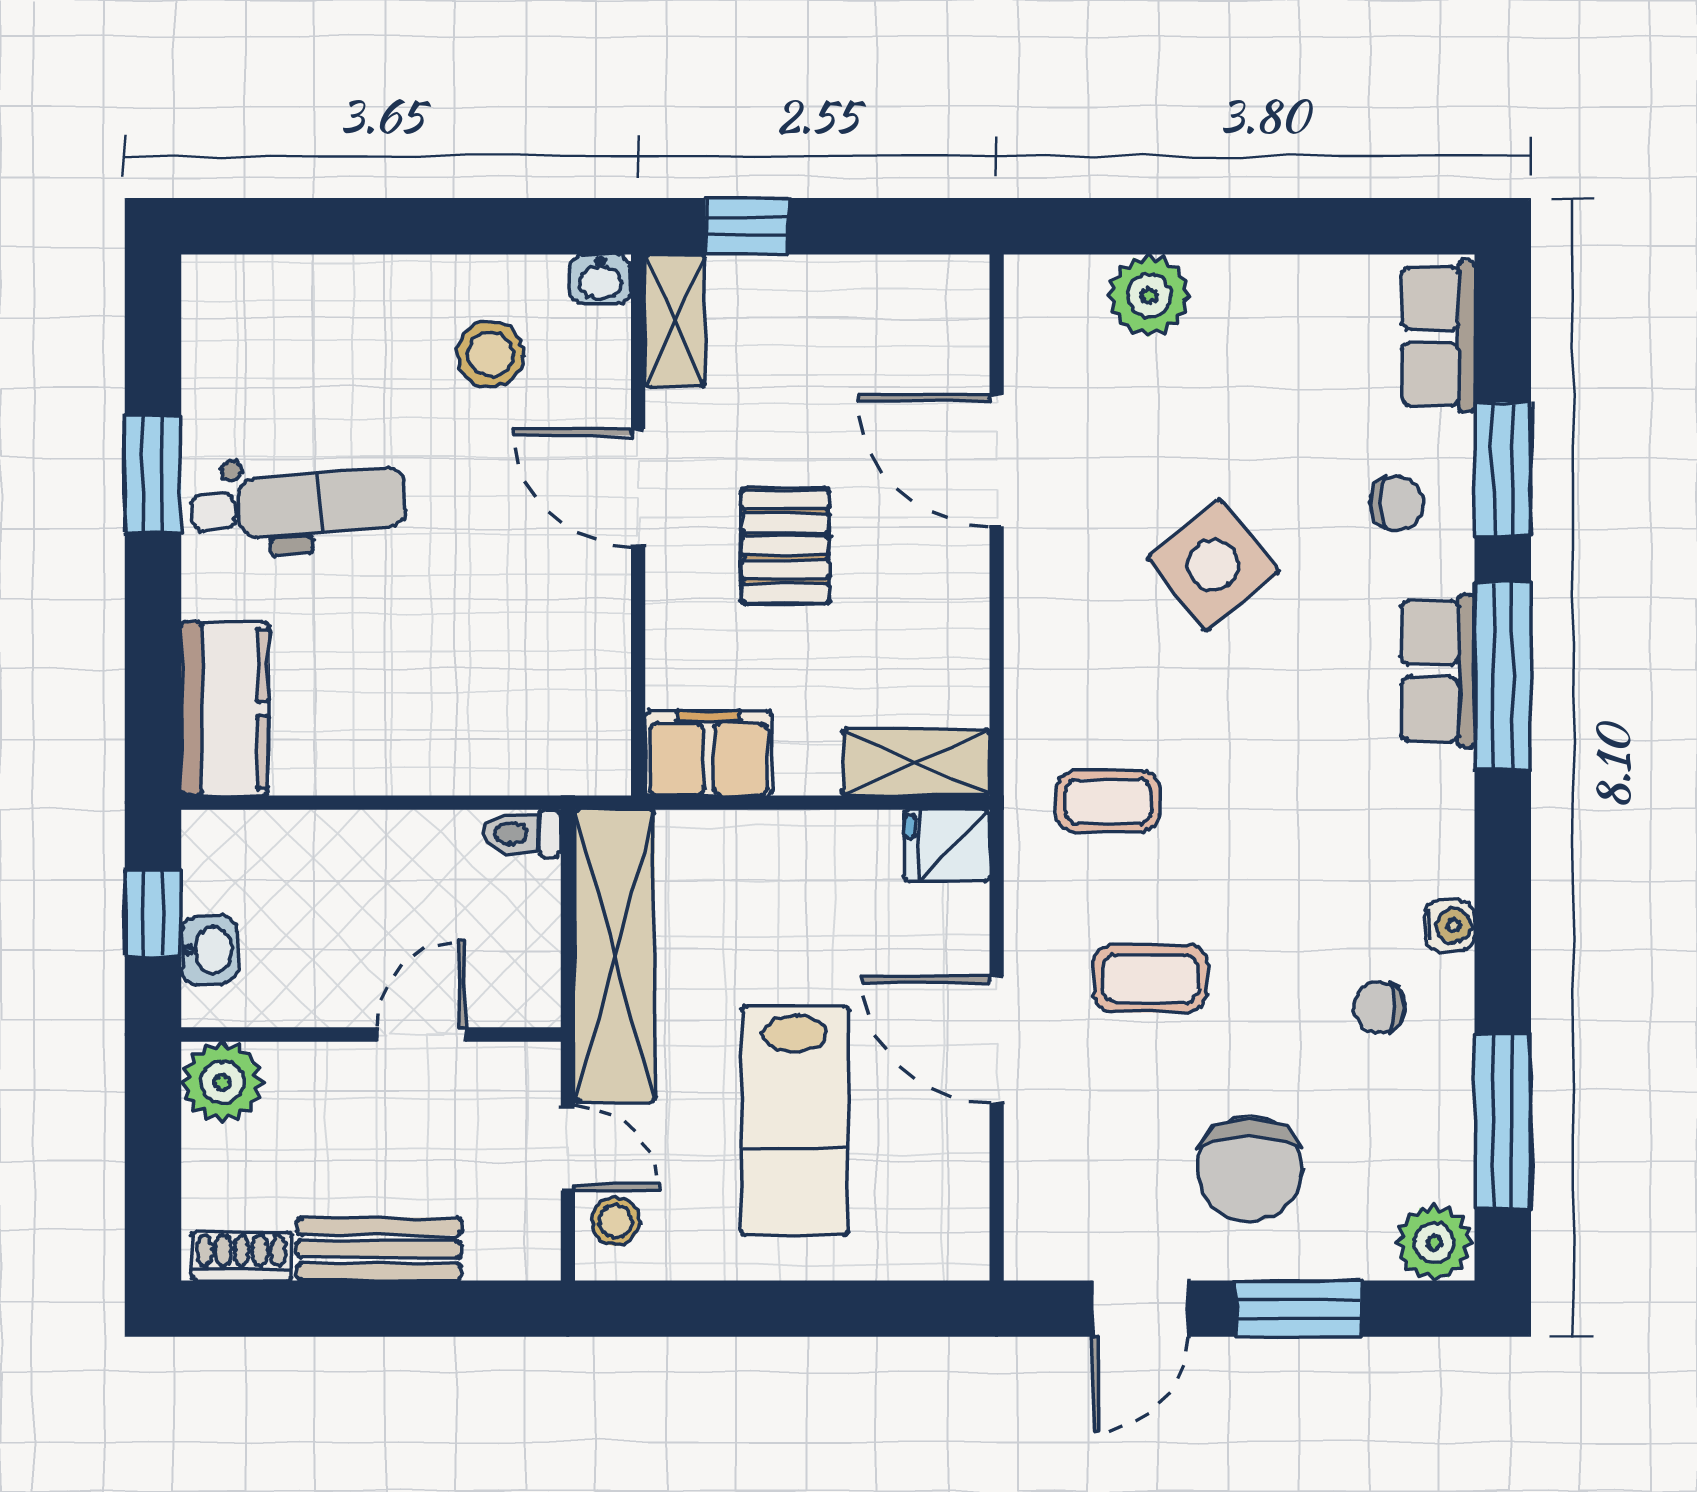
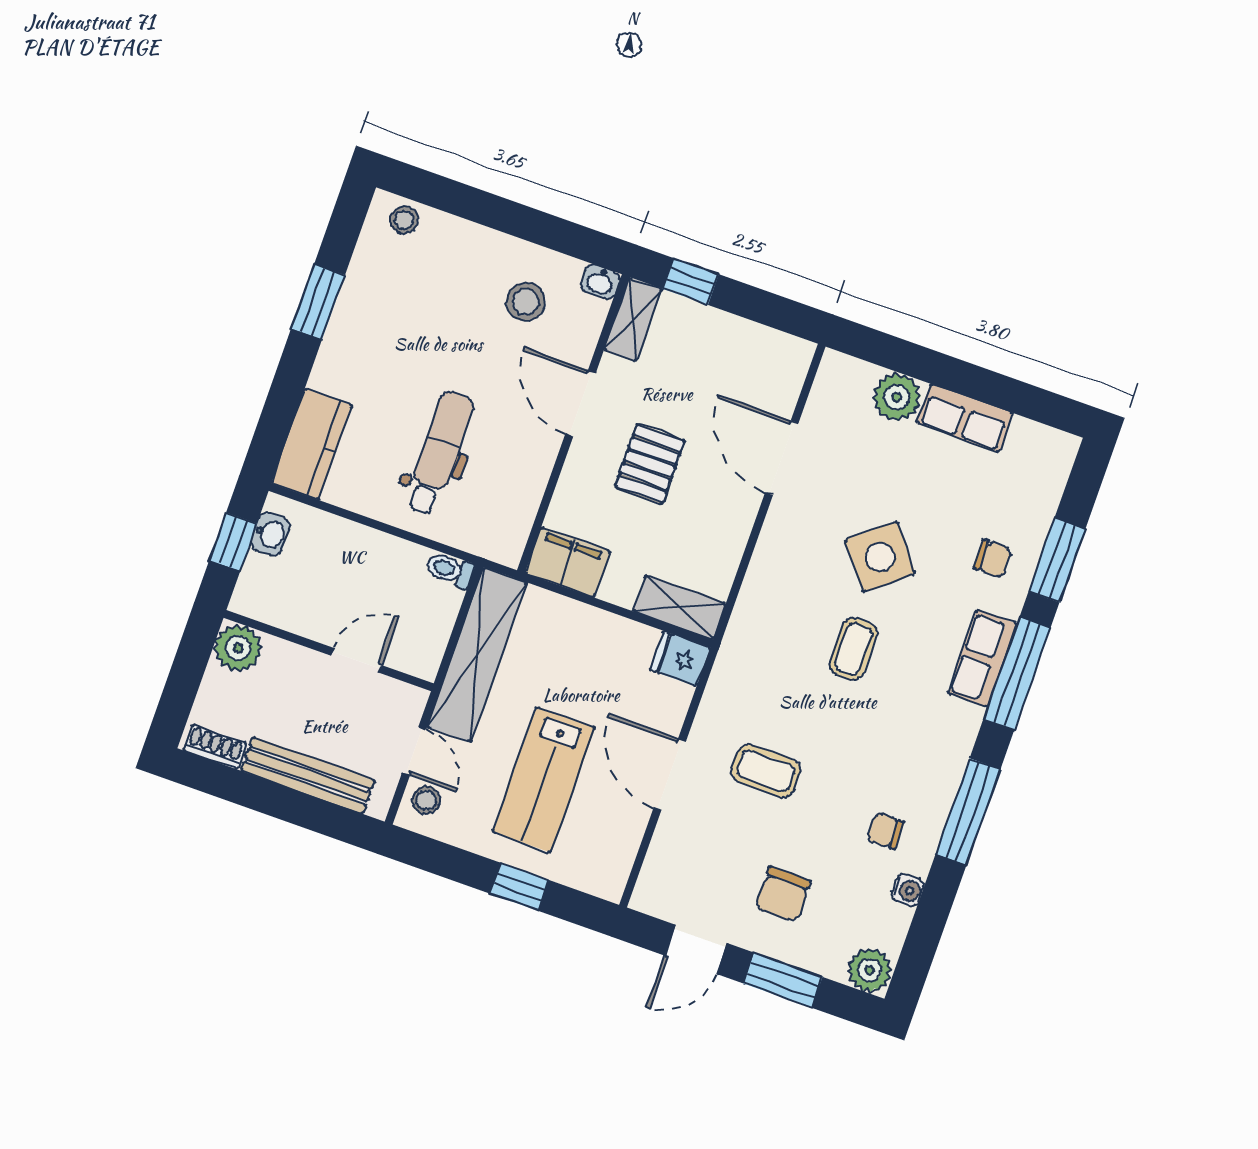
stool: (246, 291) -> (404, 220), added
row of seats: (1438, 336) -> (965, 418), moved, turned -90
dental chair: (298, 505) -> (439, 453), moved, turned -85
coffee table: (1108, 801) -> (853, 649), moved, turned 90
water cooler: (1450, 926) -> (908, 890), moved
washbasin: (209, 950) -> (270, 534), moved
window: (1503, 1121) -> (968, 812), moved
chair: (1250, 1169) -> (783, 894), width x0.73, depth x0.73
bench: (379, 1249) -> (308, 775), width x1.36
window: (817, 1309) -> (519, 887), added

